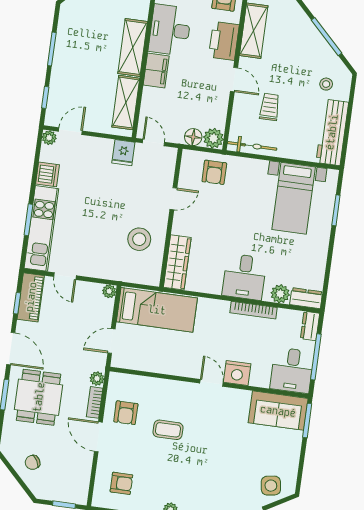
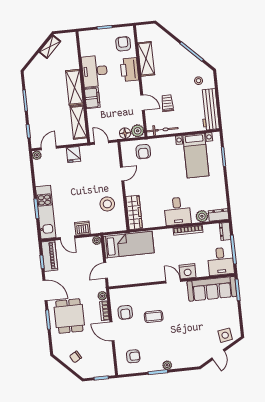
door: (234, 80) -> (142, 103), moved
fridge: (123, 153) -> (73, 154), moved
dishwasher: (47, 174) -> (82, 228), moved, turned -90
sofa: (278, 411) -> (212, 289), width x1.36

